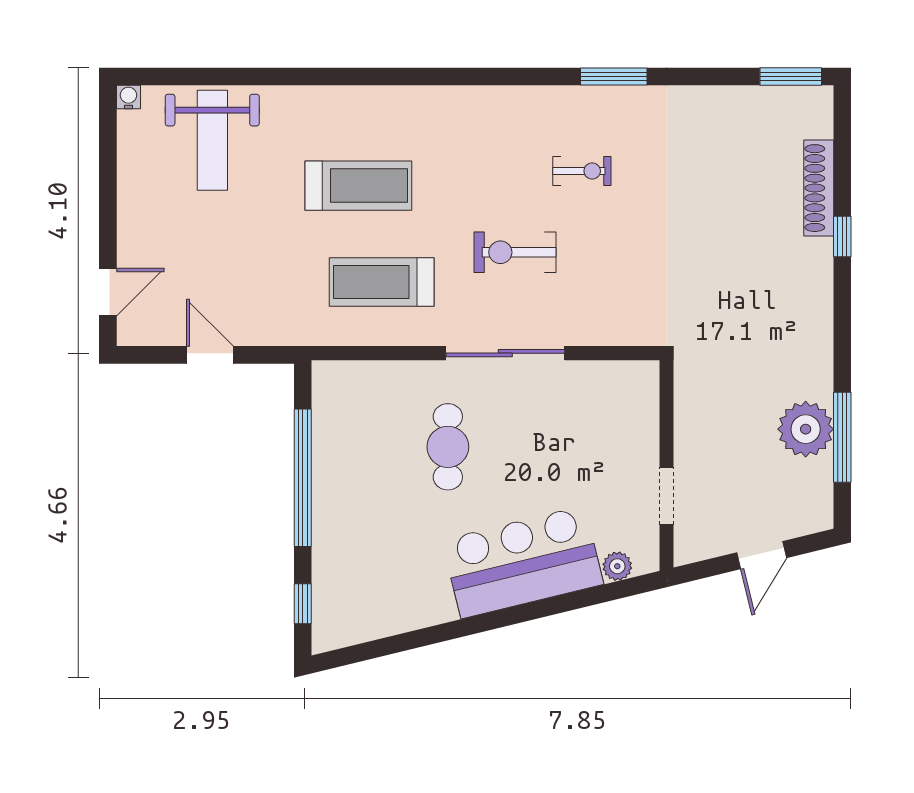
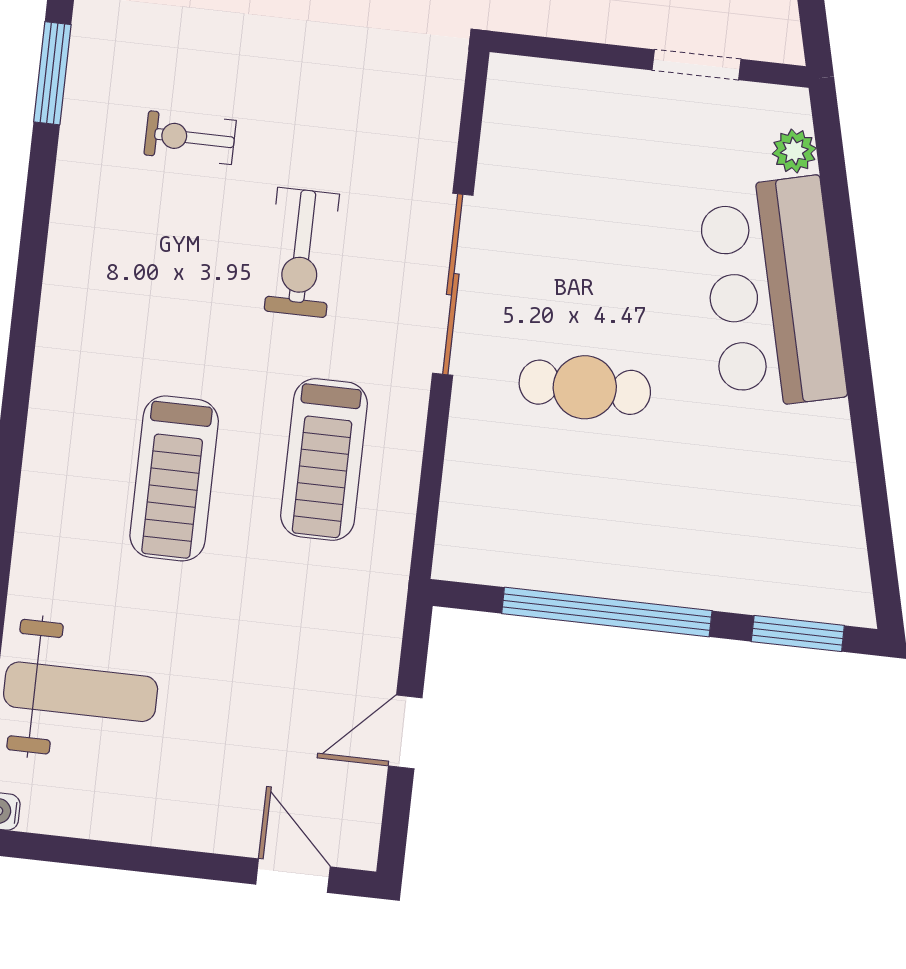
exercise bike: (582, 171) -> (190, 138), turned -90
treadmill: (358, 186) -> (174, 478), turned 180
window: (303, 604) -> (798, 633), width x1.50

